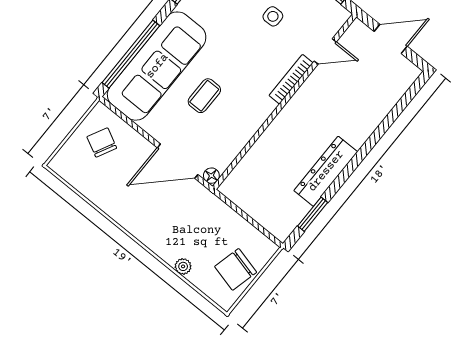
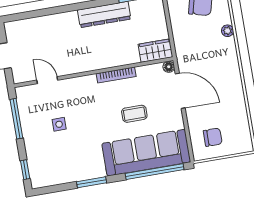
bookcase: (291, 79) -> (116, 75), moved
chair: (102, 142) -> (213, 137), turned -117
wardrobe: (240, 180) -> (155, 51), added

